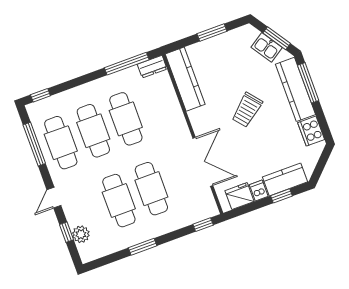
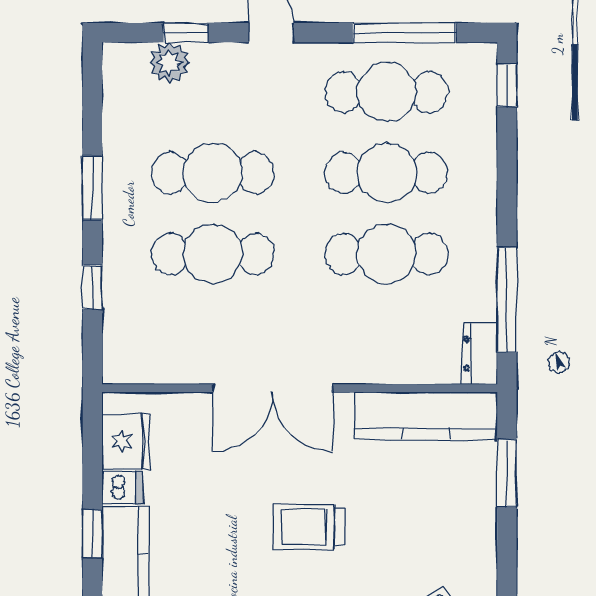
window: (212, 33) -> (507, 473), moved
trolley: (247, 110) -> (309, 527), turned -50
double door: (203, 162) -> (273, 388), moved
window: (203, 225) -> (92, 287), moved

